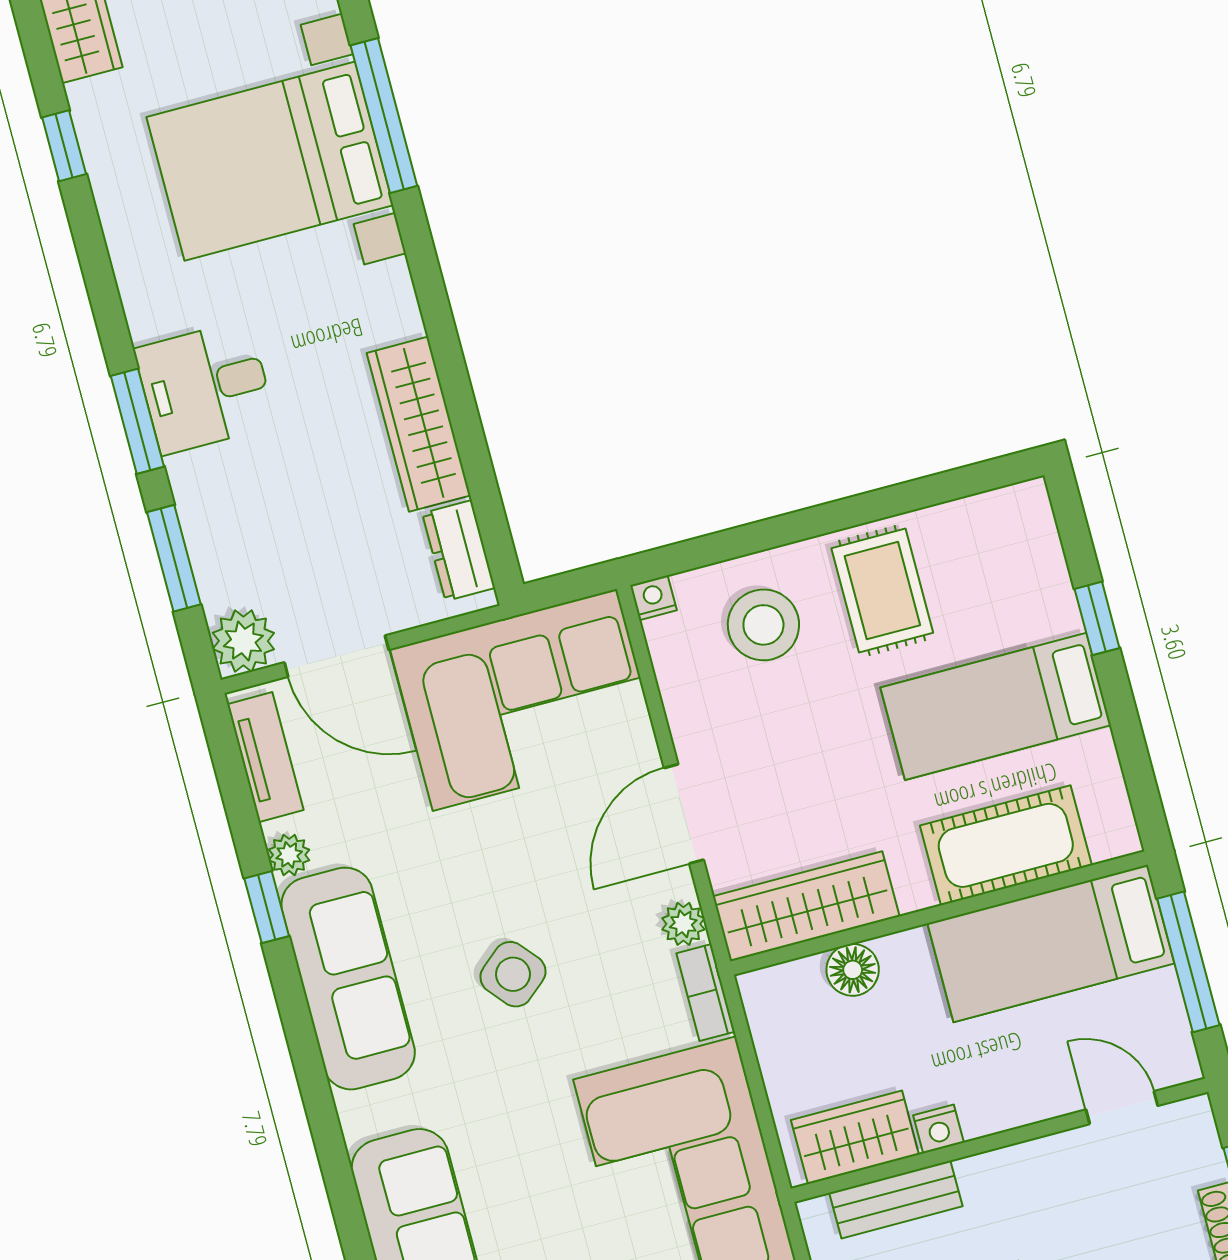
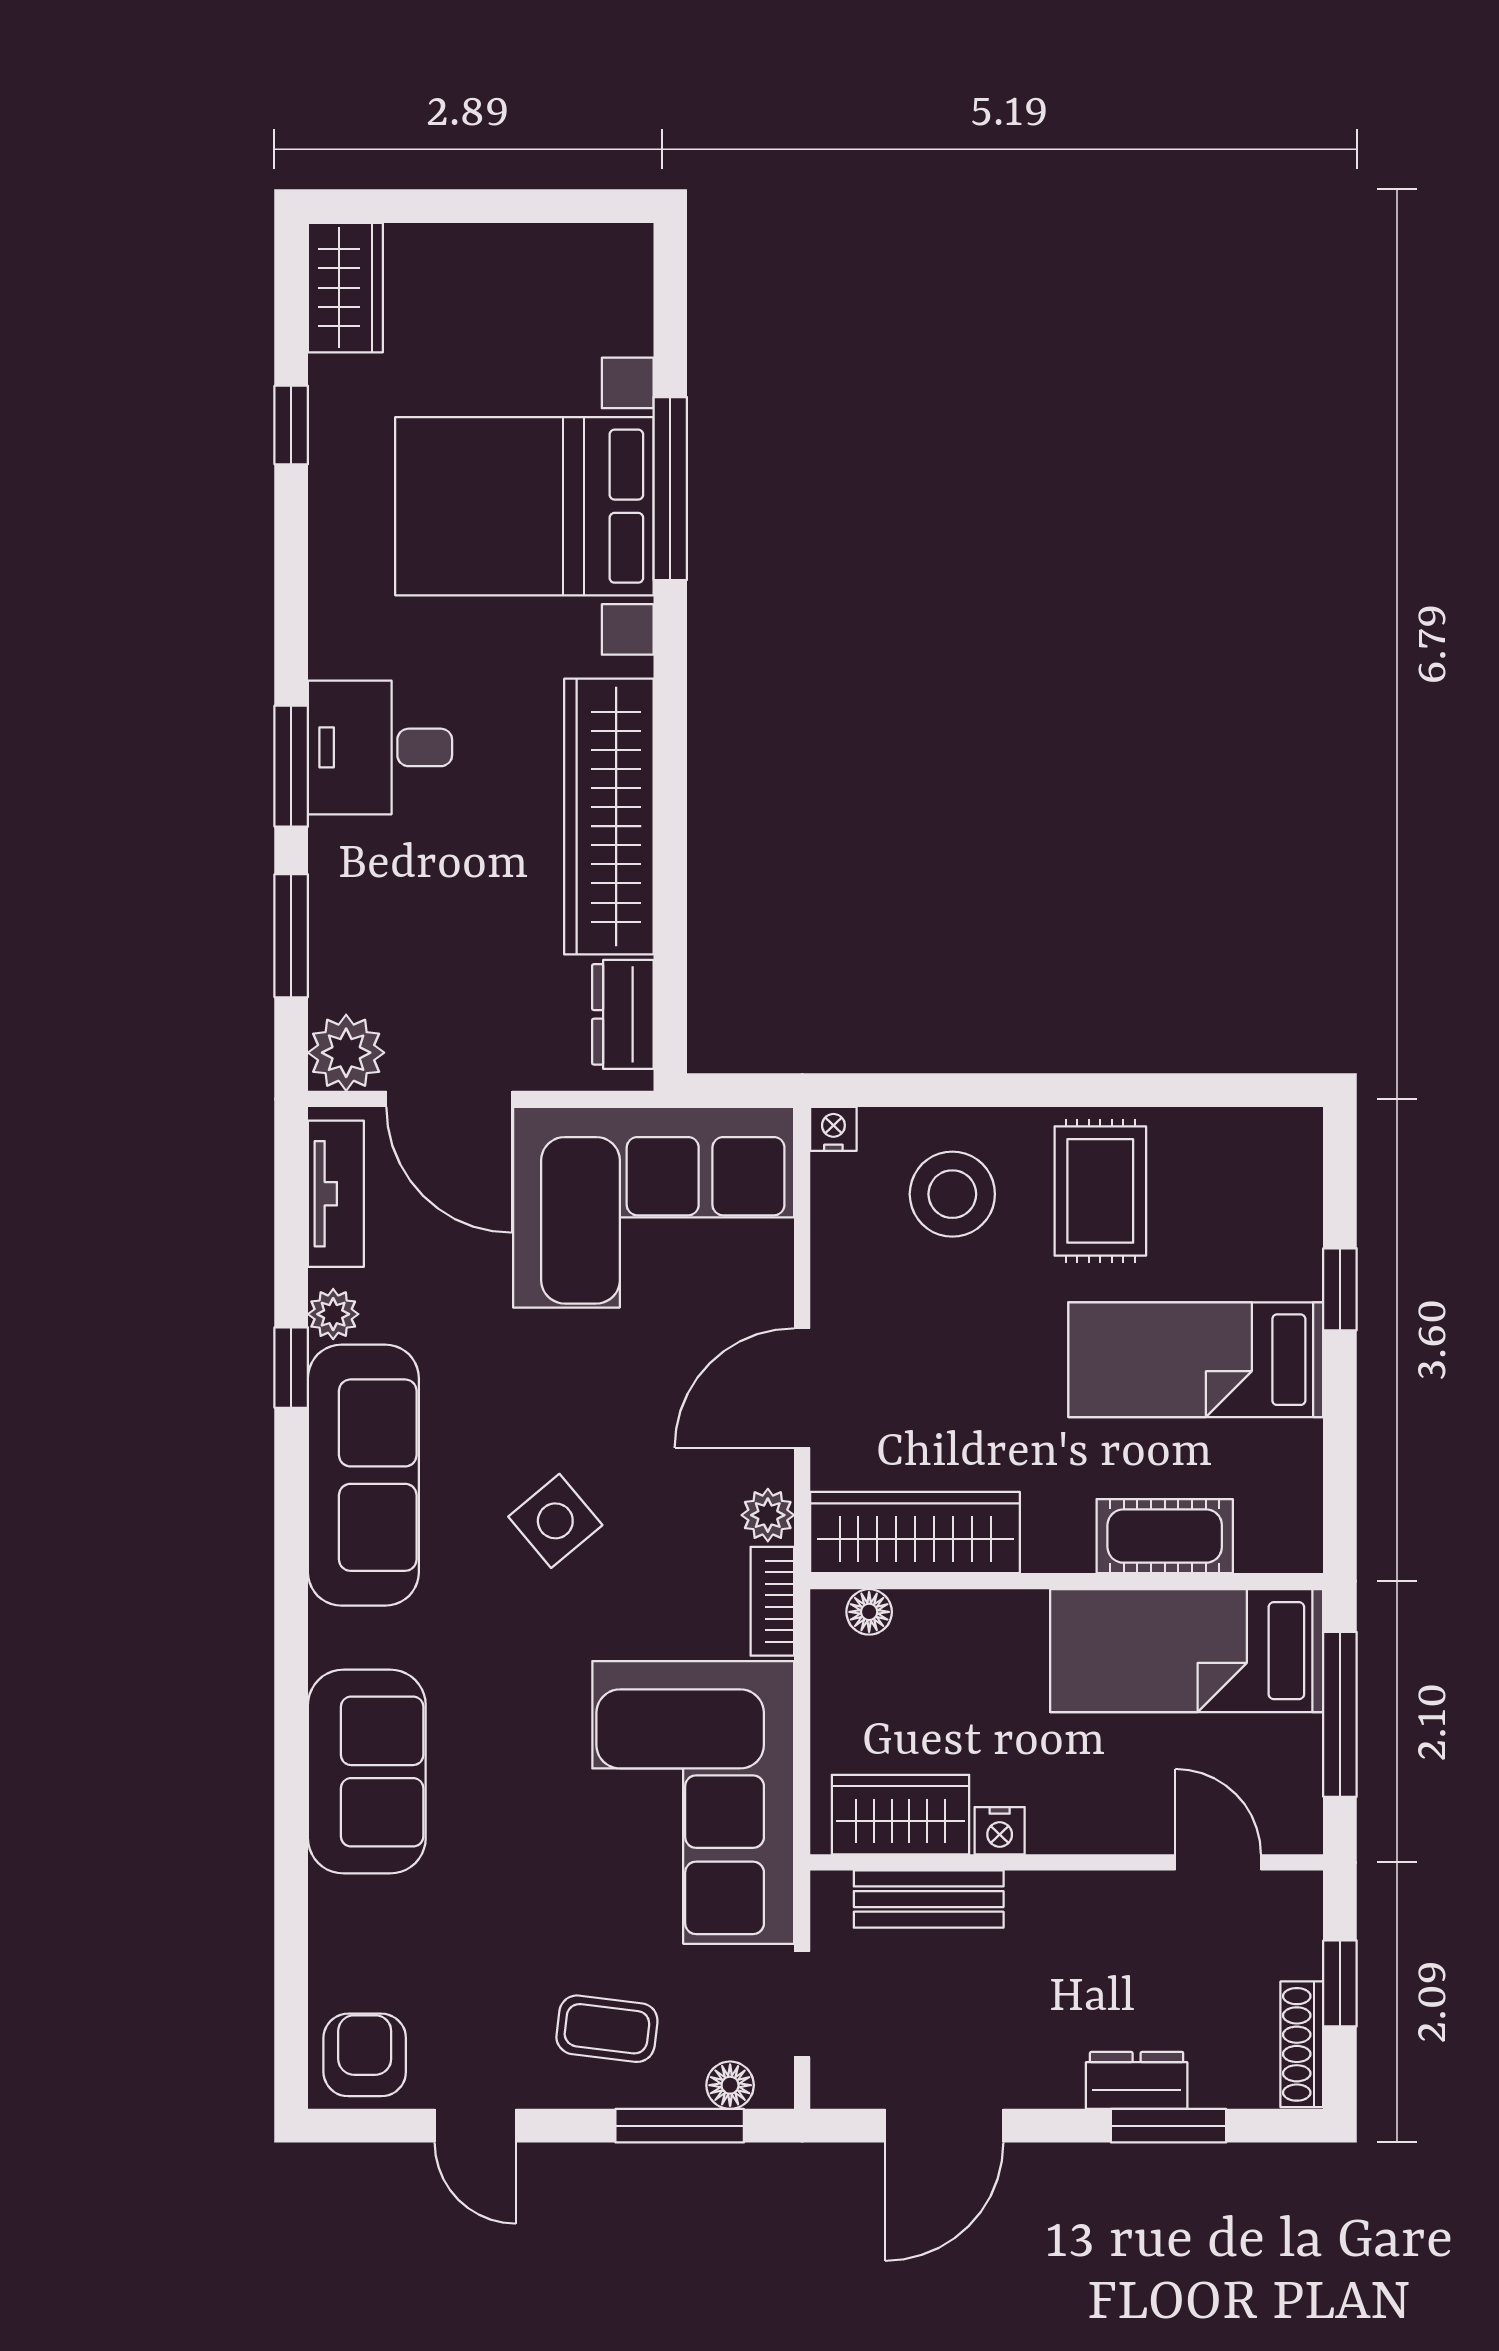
wardrobe: (419, 424) -> (609, 817), width x1.40, depth x1.17
cot: (1006, 845) -> (1165, 1536), width x0.73, depth x0.75
floor lamp: (853, 970) -> (869, 1612), moved, width x0.73, depth x0.73

